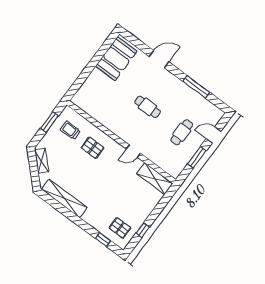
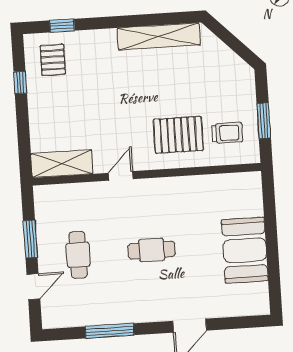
booth: (116, 59) -> (245, 250), moved
pallet: (93, 148) -> (178, 135), width x1.50, depth x1.42
shelving: (42, 161) -> (231, 61), removed
pallet: (120, 228) -> (53, 60), turned 90

